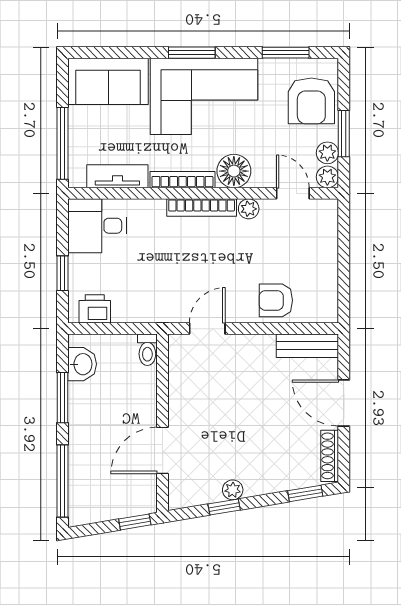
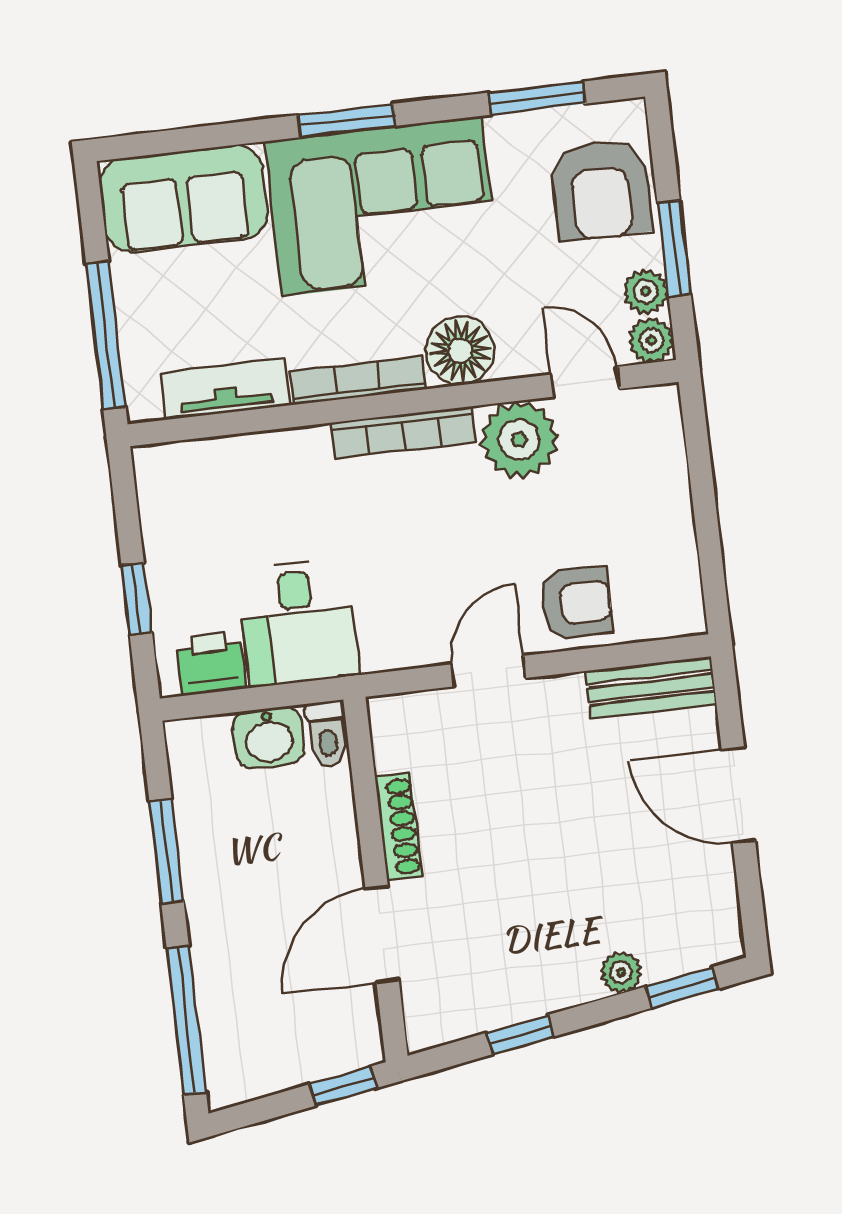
plant: (249, 209) -> (519, 440), width x1.88, depth x1.88
desk: (97, 226) -> (298, 622), moved, turned -90
armchair: (276, 300) -> (576, 603), turned 180
door: (207, 329) -> (489, 671), moved
washbasin: (82, 364) -> (269, 737), moved, turned 90
shoe rack: (330, 456) -> (399, 827), moved, turned 180
plant: (233, 490) -> (621, 972), moved

